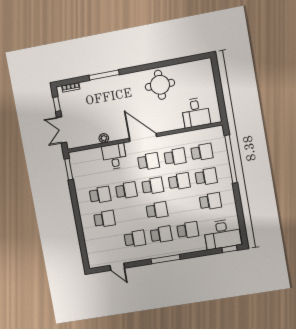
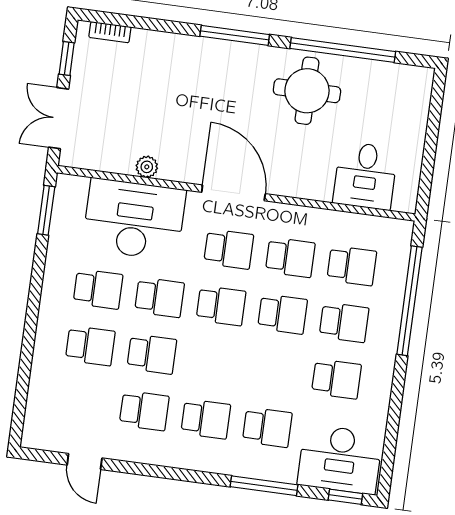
window: (170, 63) -> (343, 50), added
window: (104, 75) -> (235, 35), moved
desk: (114, 156) -> (134, 219), width x1.87, depth x1.30
school desk: (157, 210) -> (152, 354), moved
window: (165, 259) -> (264, 486), moved

